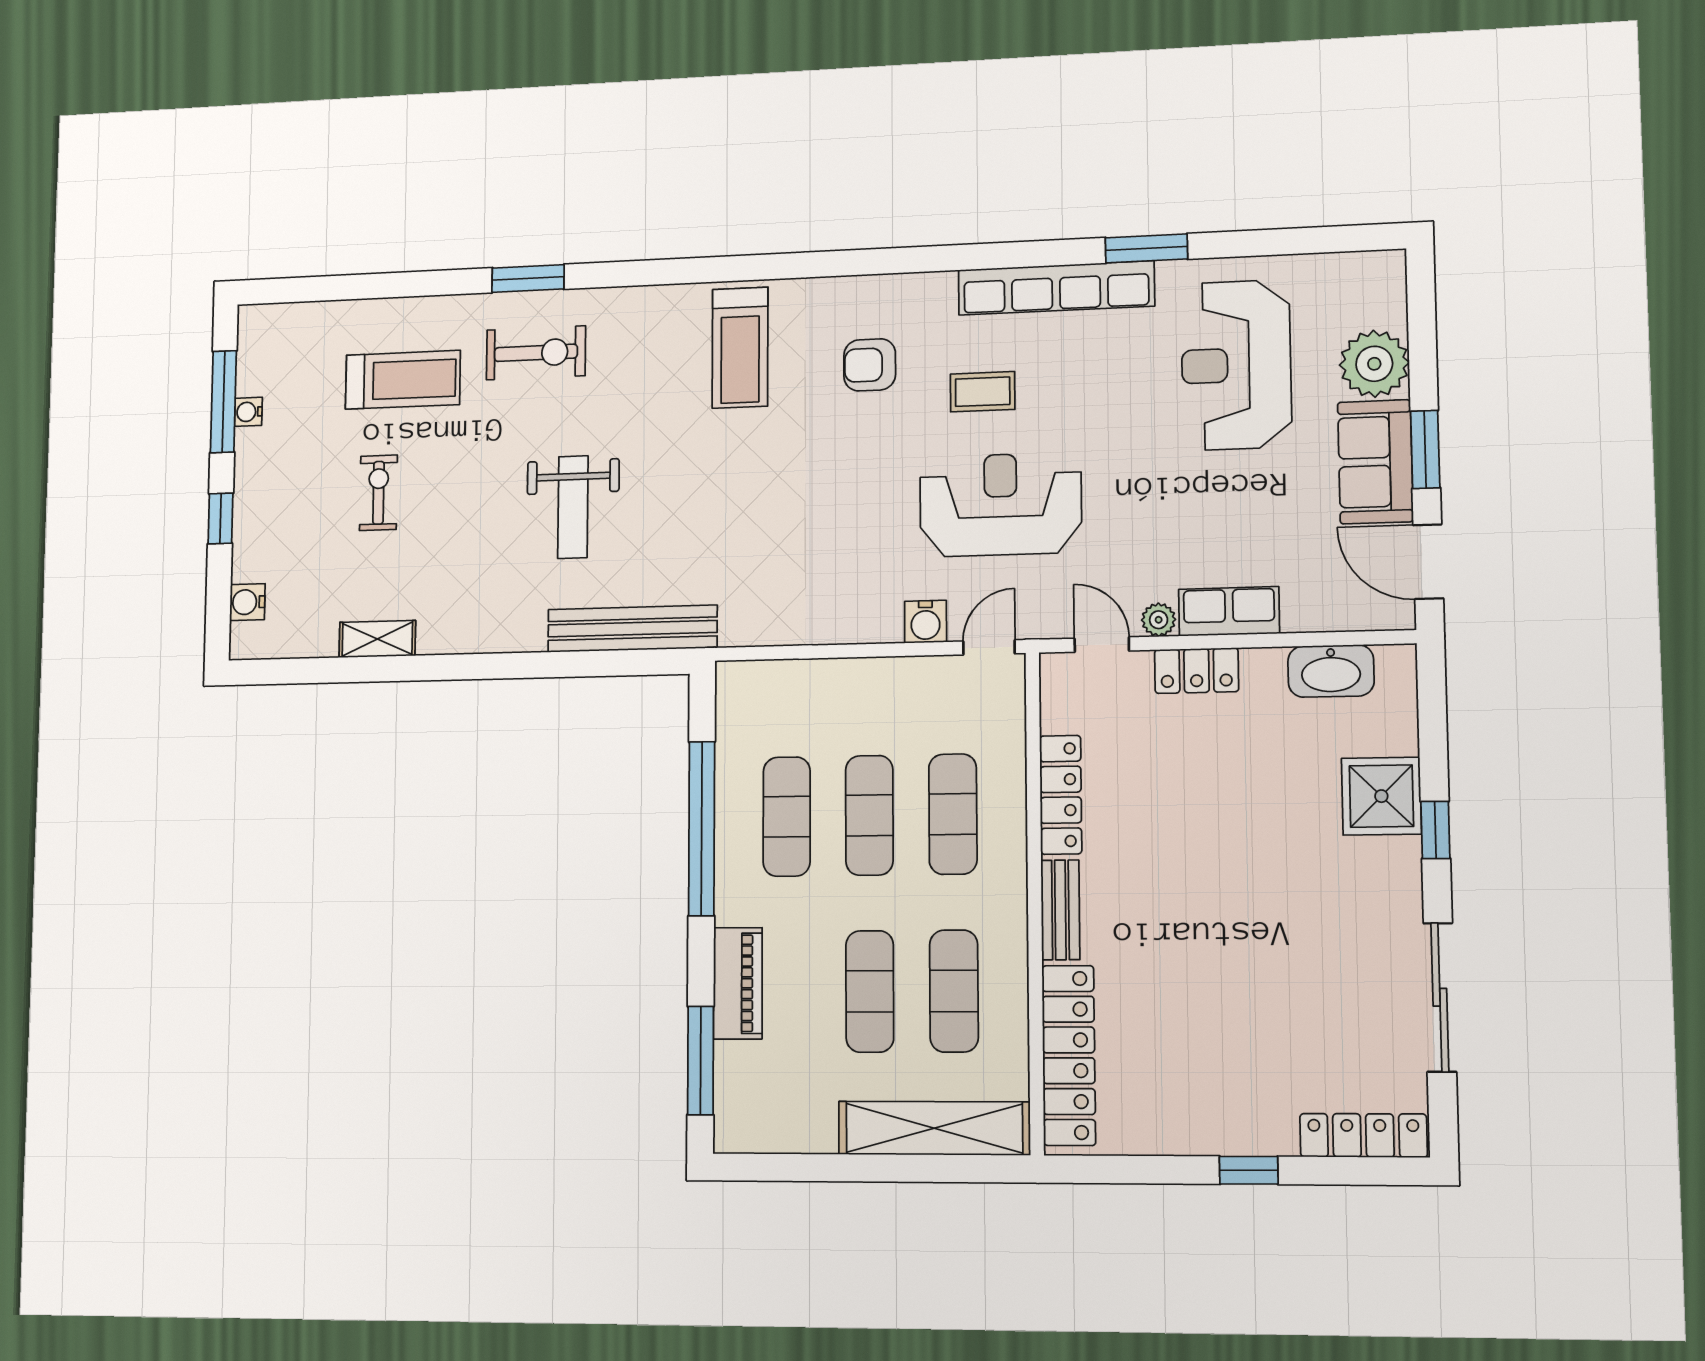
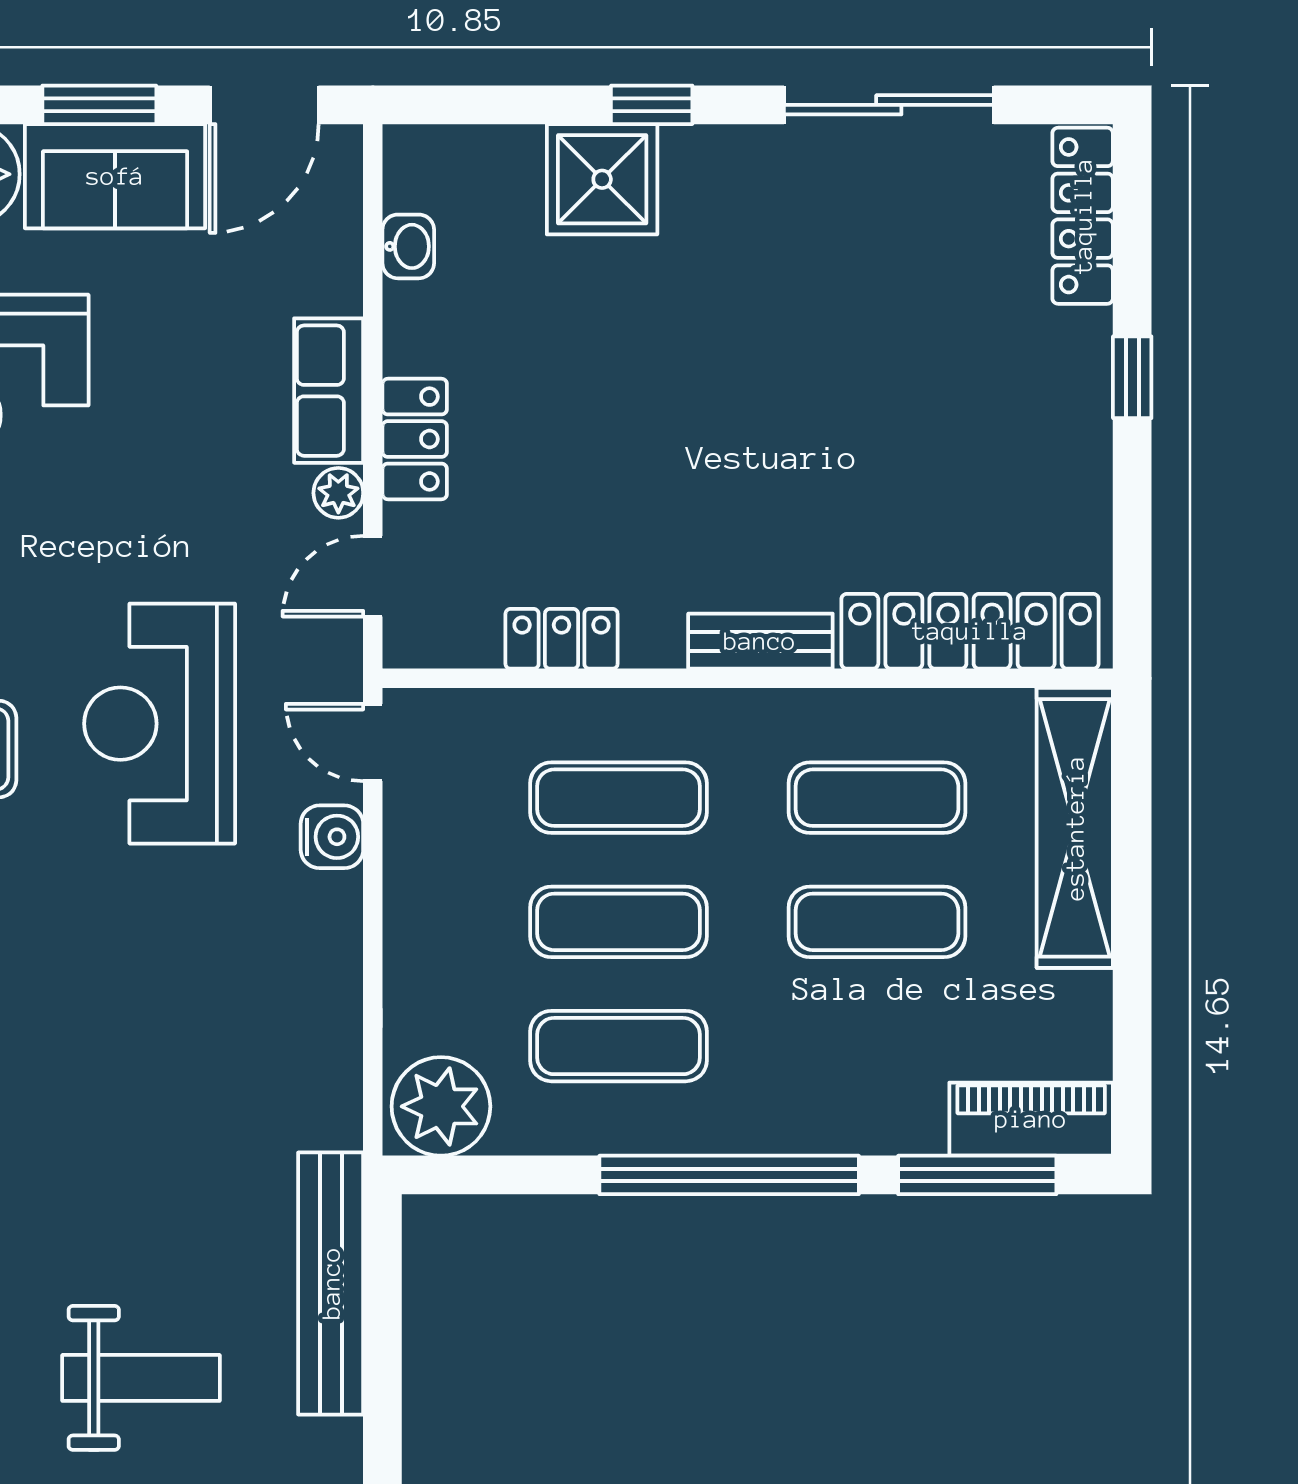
washbasin: (1331, 671) -> (408, 246), width x0.52, depth x0.69
plant: (747, 699) -> (441, 1106), added
locker: (1061, 795) -> (562, 639), width x0.66
window: (702, 829) -> (729, 1175), moved
piano: (738, 983) -> (1031, 1119), moved

